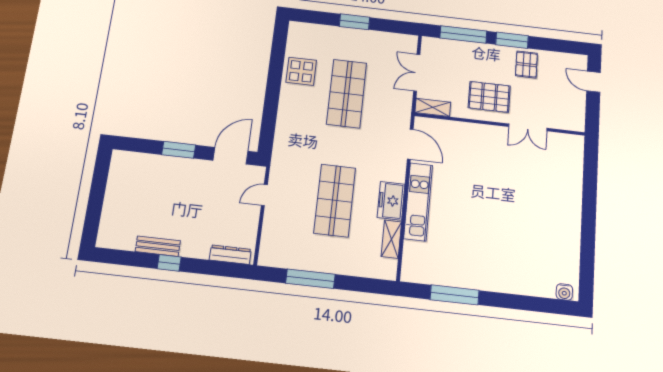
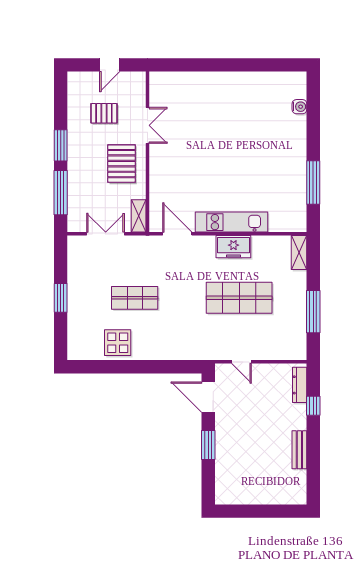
pallet: (526, 65) -> (104, 113), moved
double door: (417, 73) -> (106, 234), swing flipped
door: (594, 82) -> (110, 65), moved
shop shelf: (347, 94) -> (135, 298), width x0.70, depth x0.74
door: (410, 144) -> (177, 234), hinge flipped
shelving: (391, 239) -> (299, 253), moved, turned 90
window: (169, 263) -> (313, 406), moved
water cooler: (564, 292) -> (299, 107), moved

